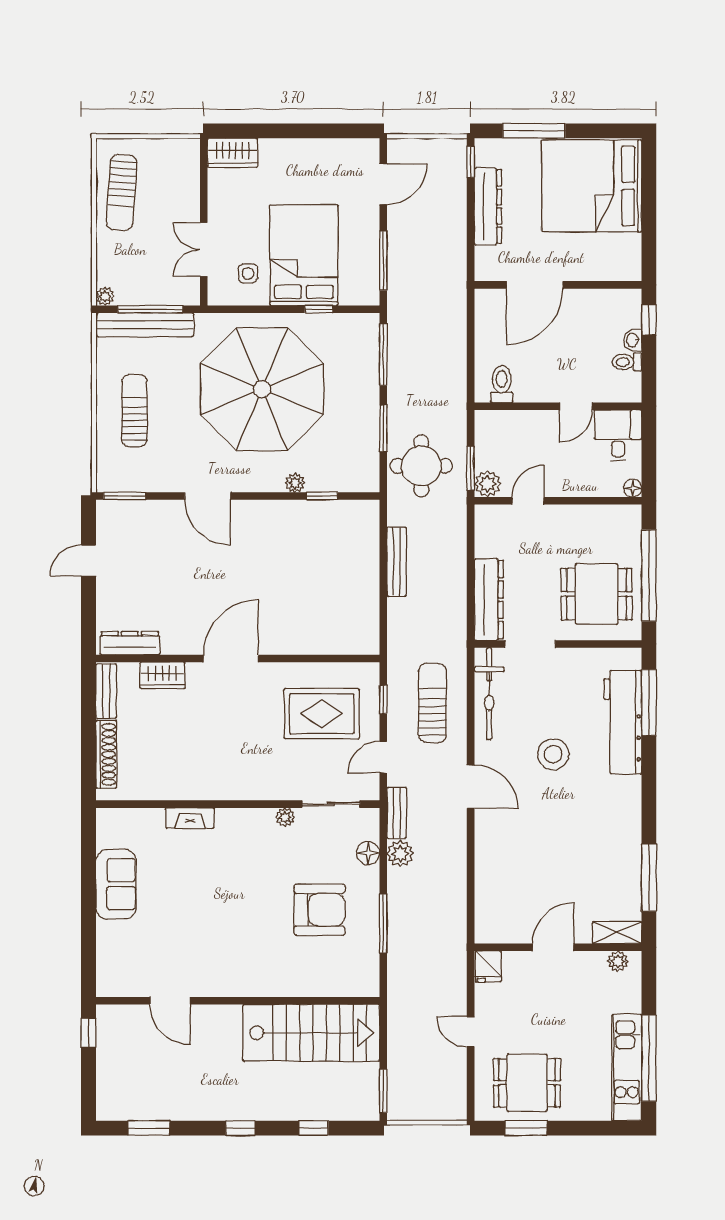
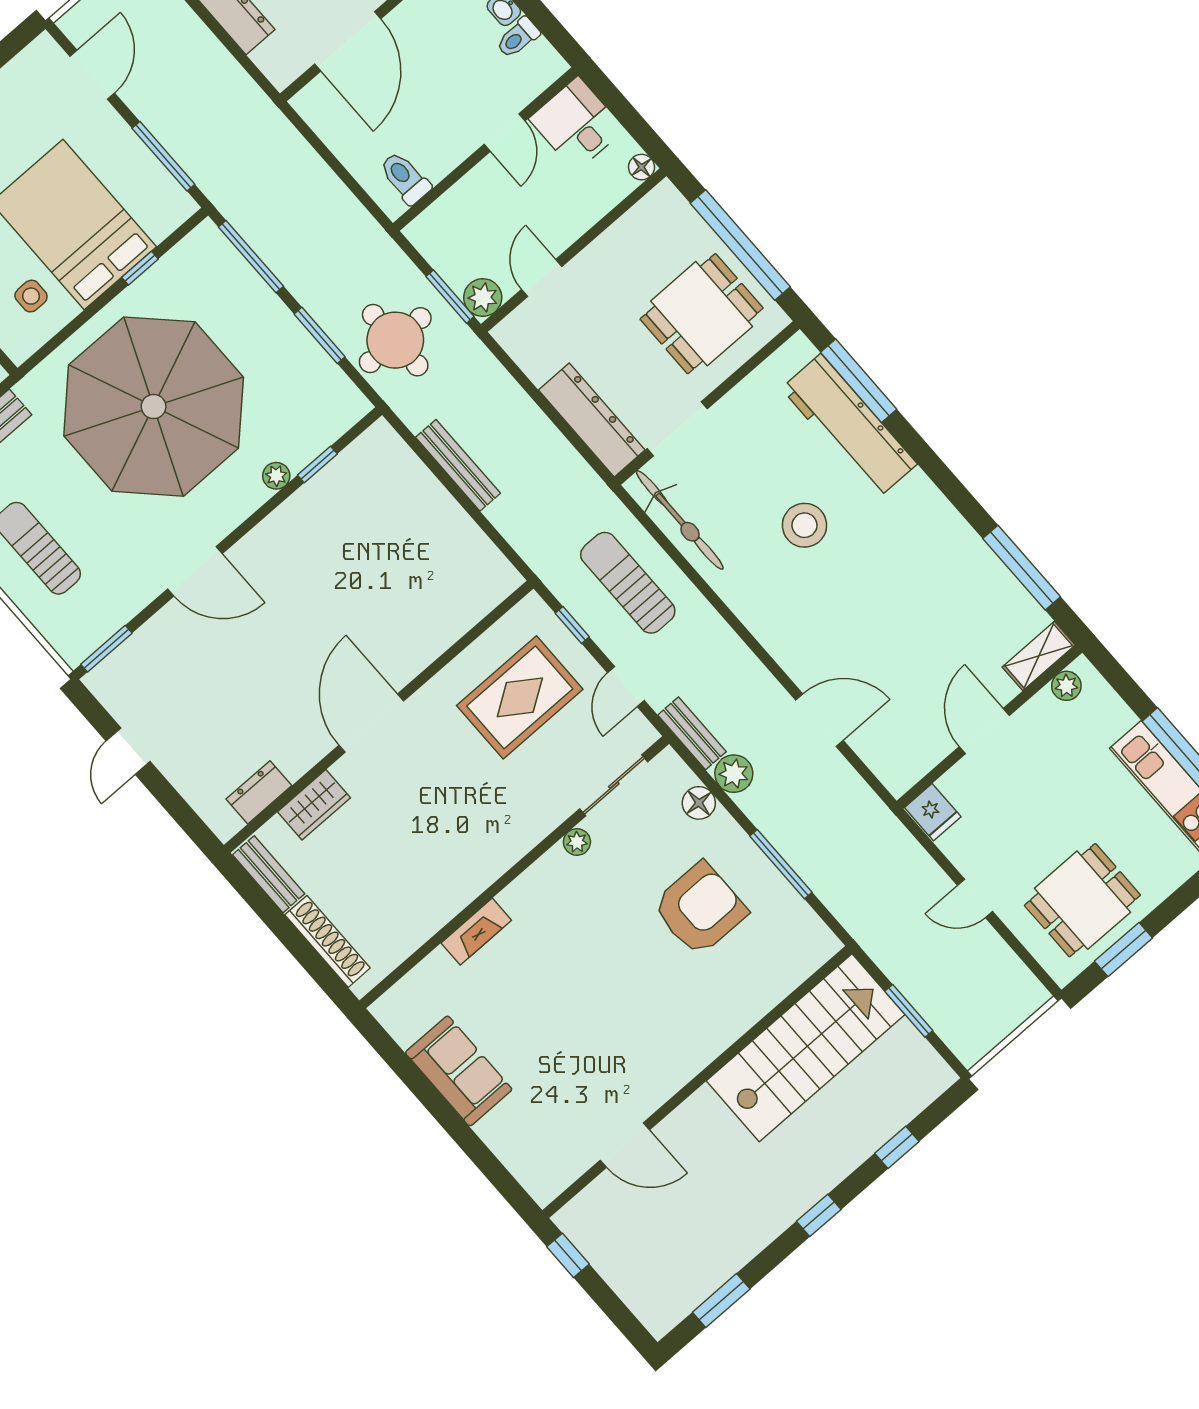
dresser: (130, 643) -> (259, 792), width x0.70
door: (471, 787) -> (819, 720), moved
window: (383, 1091) -> (909, 1011), moved

